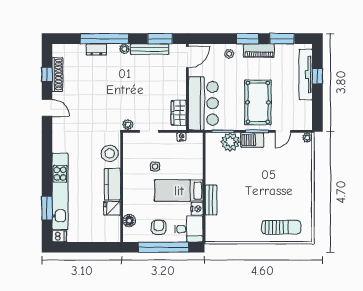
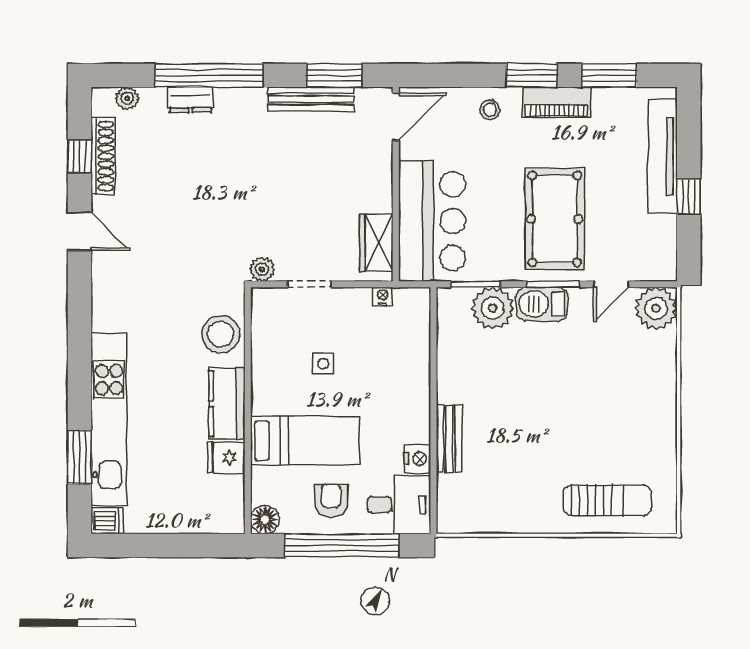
plant: (124, 49) -> (127, 98), moved
window: (317, 76) -> (689, 197), moved
plant: (307, 138) -> (656, 308), width x1.88, depth x1.88
bed: (179, 191) -> (305, 441), moved, turned 180
floor lamp: (129, 221) -> (265, 520), moved

